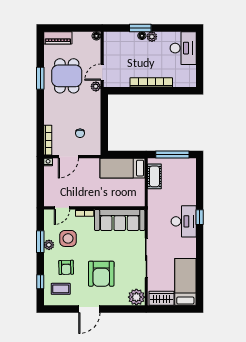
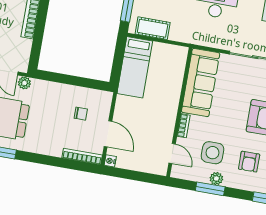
armchair: (66, 267) -> (249, 162), turned 91

